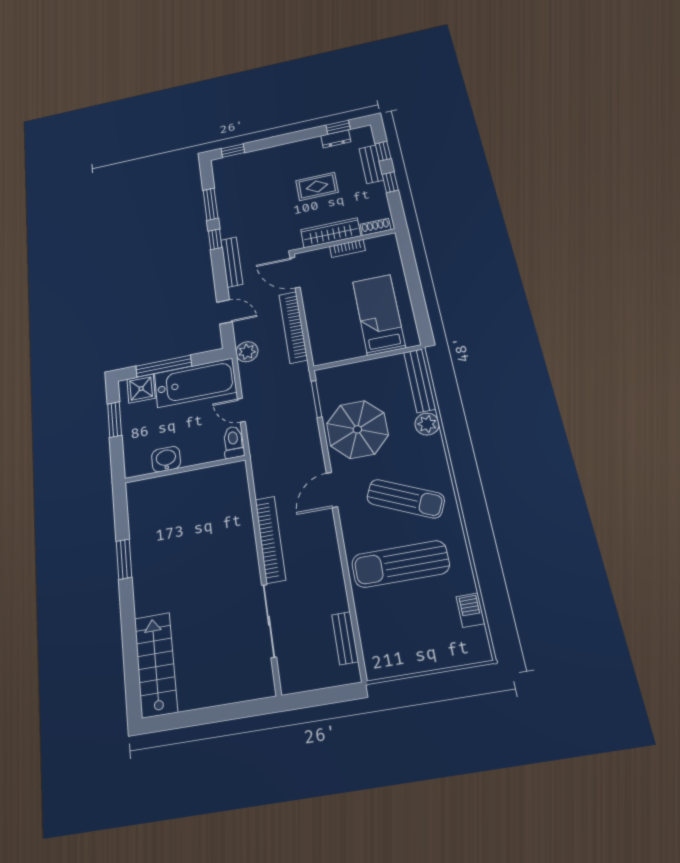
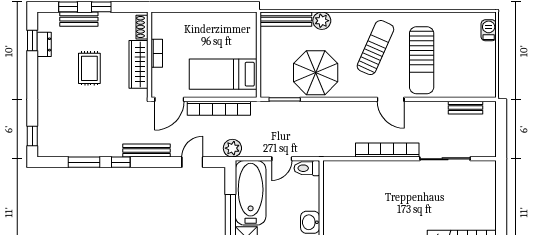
bed: (379, 314) -> (223, 74), moved
door: (332, 490) -> (391, 99), moved
barbecue: (470, 610) -> (489, 30), moved, turned 90

